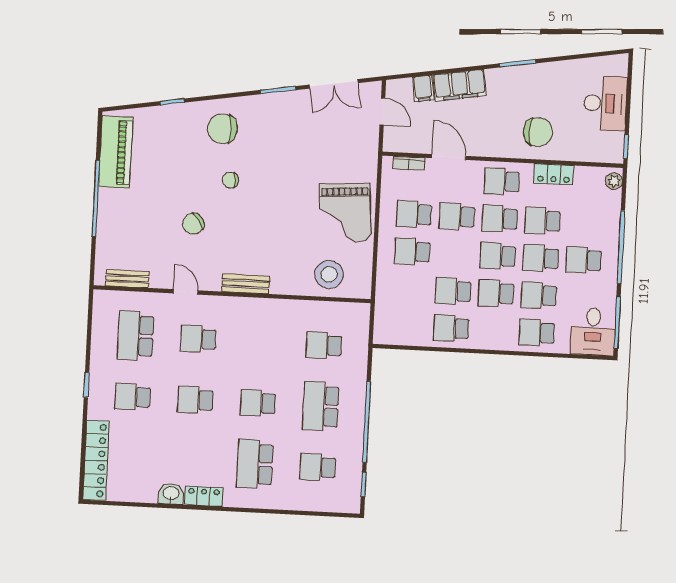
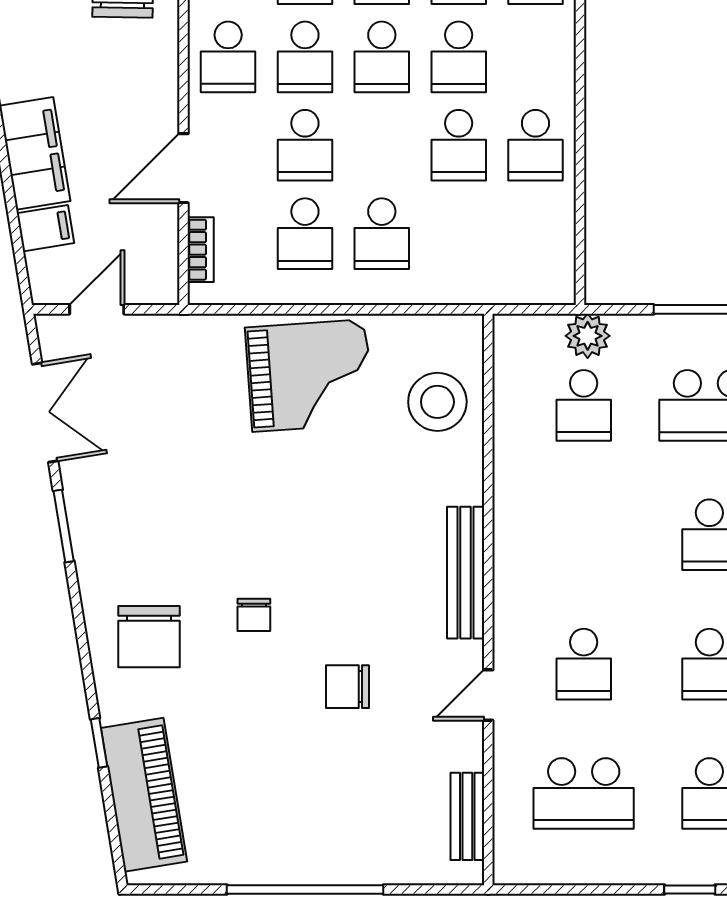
piano: (116, 152) -> (144, 795), moved, turned 81
chair: (193, 224) -> (347, 687), turned 123
bench: (246, 284) -> (466, 573), width x1.36
plant: (357, 349) -> (588, 336), added

